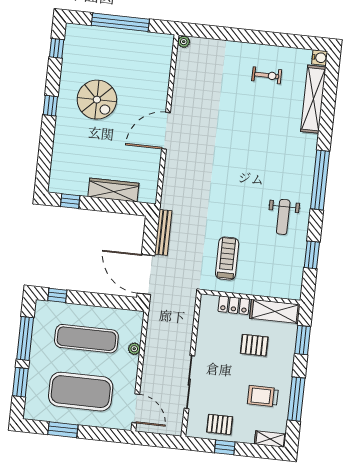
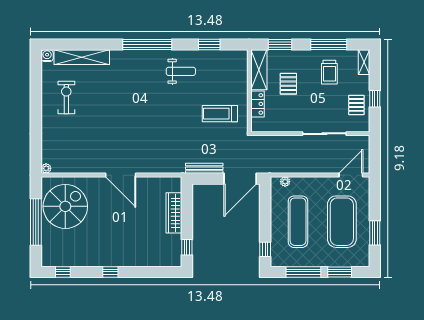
exercise bike: (267, 75) -> (66, 97), width x1.38, depth x1.39
spiral stairs: (97, 100) -> (65, 206), moved, width x1.37, depth x1.37
plant: (134, 349) -> (285, 182), moved

